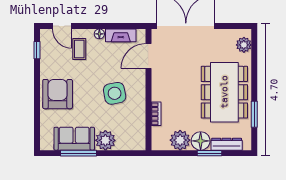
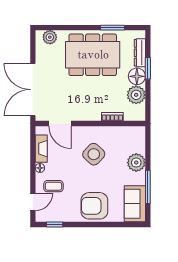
side table: (115, 93) -> (94, 154), turned -36
sofa: (74, 139) -> (135, 204), moved

